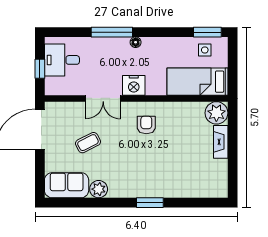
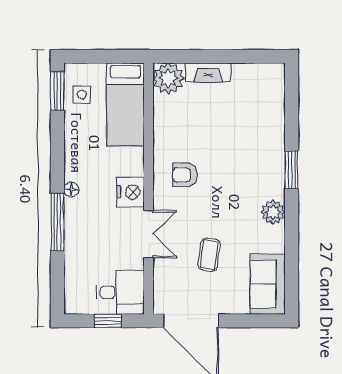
desk: (62, 60) -> (120, 292), moved, turned -90
coffee table: (88, 143) -> (209, 255), turned 35
plant: (99, 189) -> (273, 212), moved

